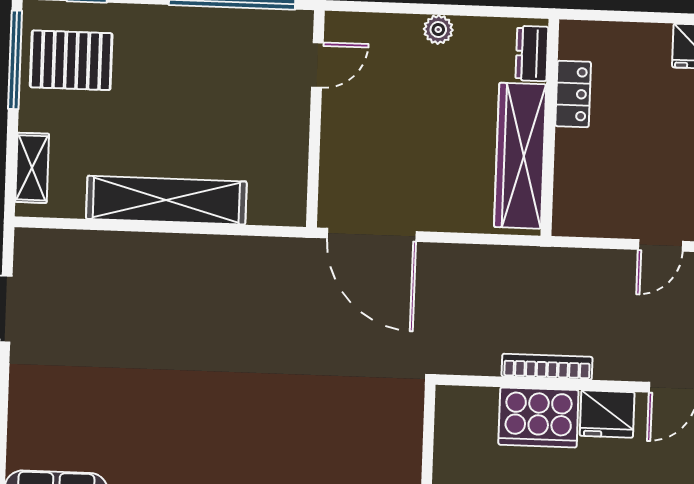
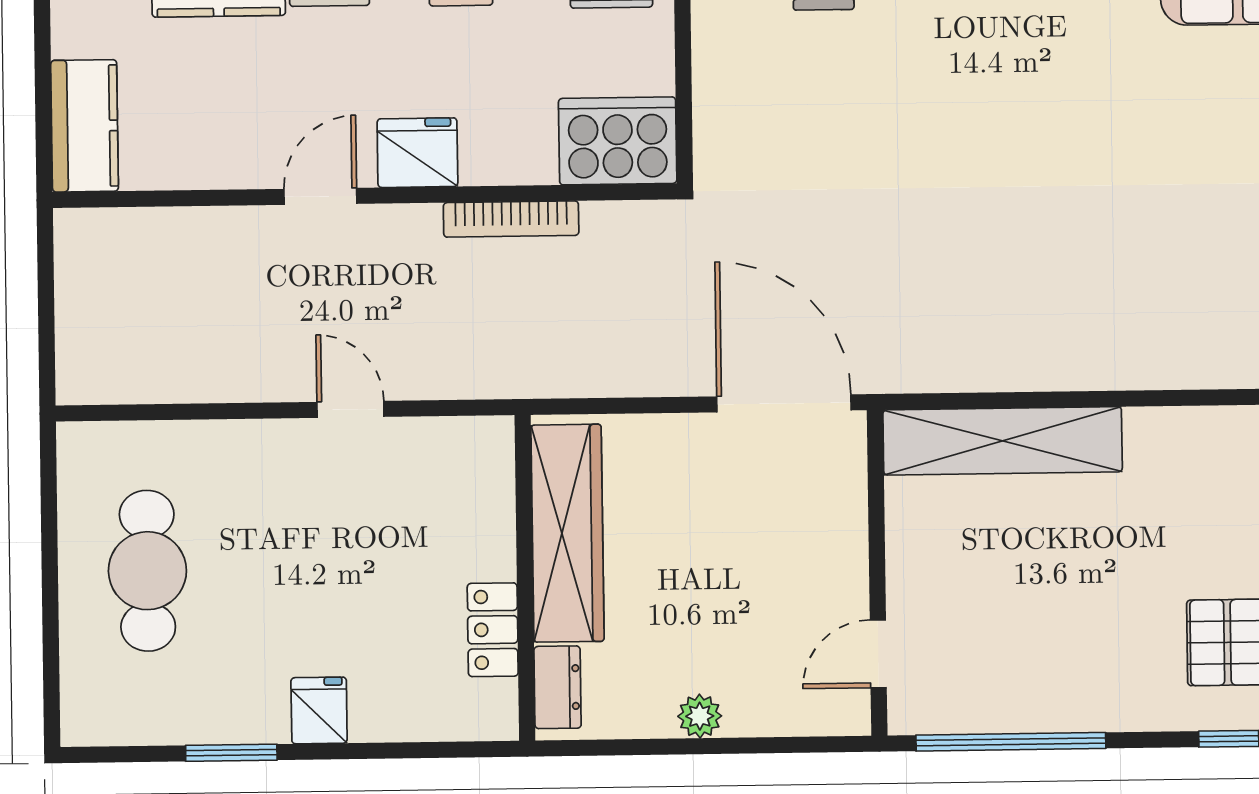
shelving: (166, 200) -> (1003, 441), moved
door: (660, 245) -> (350, 409), hinge flipped
cooker: (538, 417) -> (618, 141), moved

